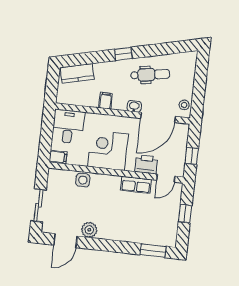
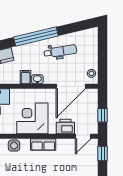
window: (123, 54) -> (36, 37), width x3.17
washbasin: (134, 106) -> (37, 79), moved
row of seats: (136, 185) -> (43, 145), moved
window: (185, 214) -> (103, 154), moved

